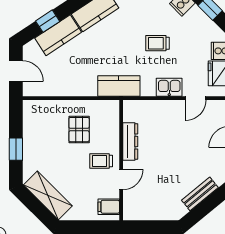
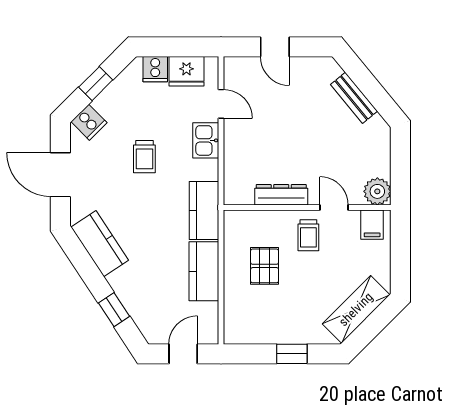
kitchen counter: (58, 35) -> (204, 271), moved, turned -147
pallet: (79, 130) -> (265, 266), turned 90
plant: (133, 211) -> (377, 191), added

